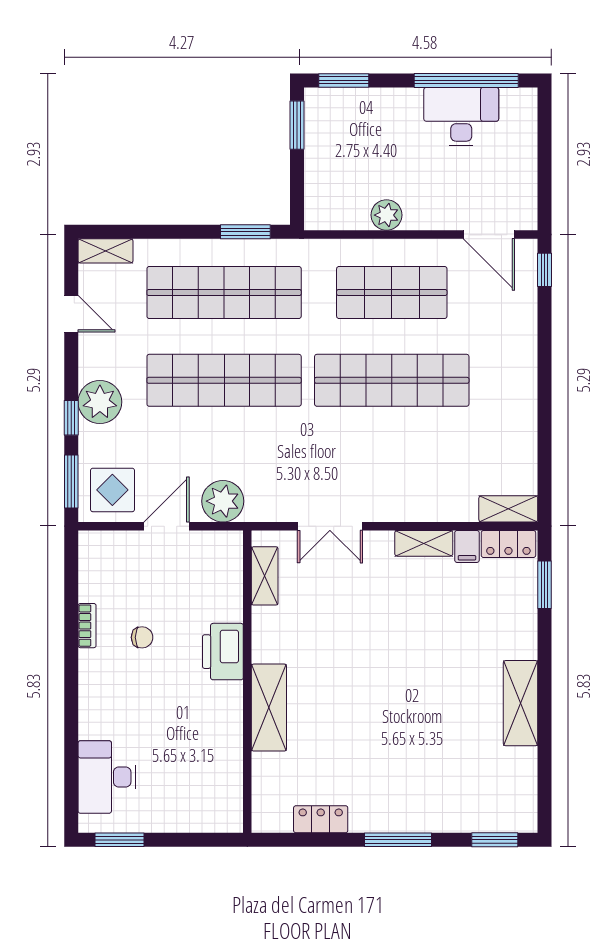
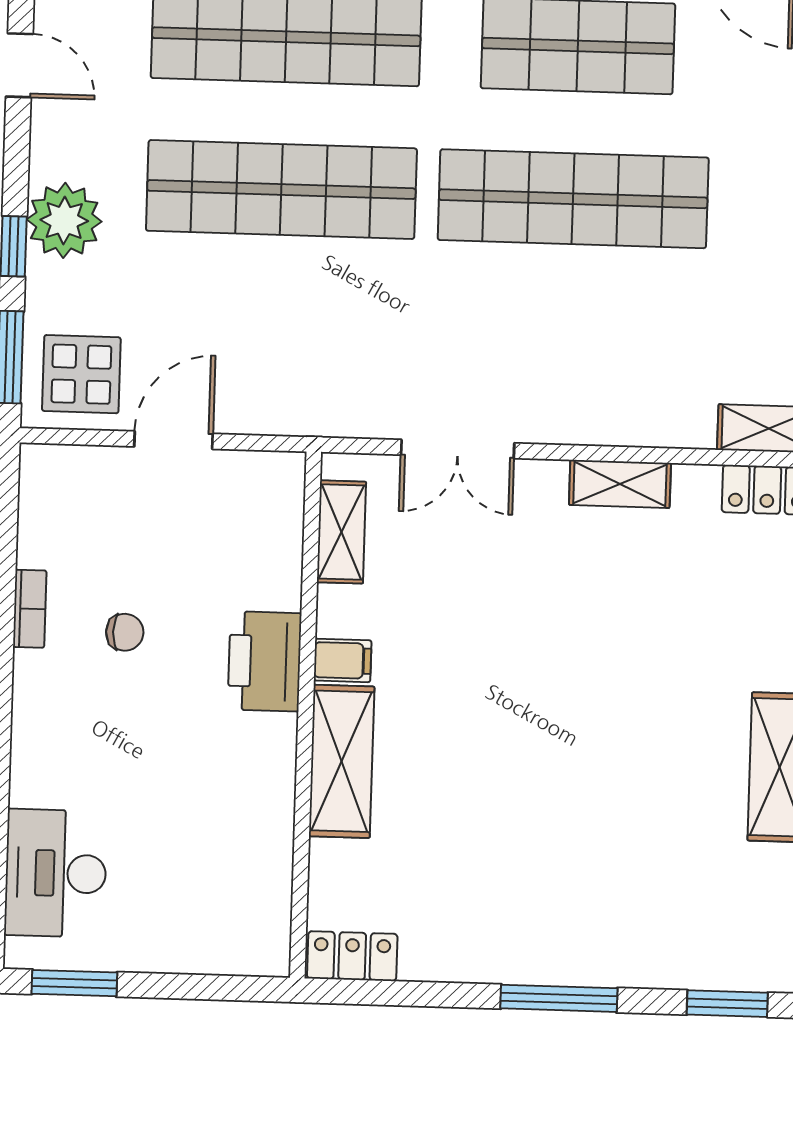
plant: (223, 501) -> (273, 400), removed
filing cabinet: (467, 546) -> (343, 660), moved, turned -90
locker: (321, 819) -> (352, 956), moved

